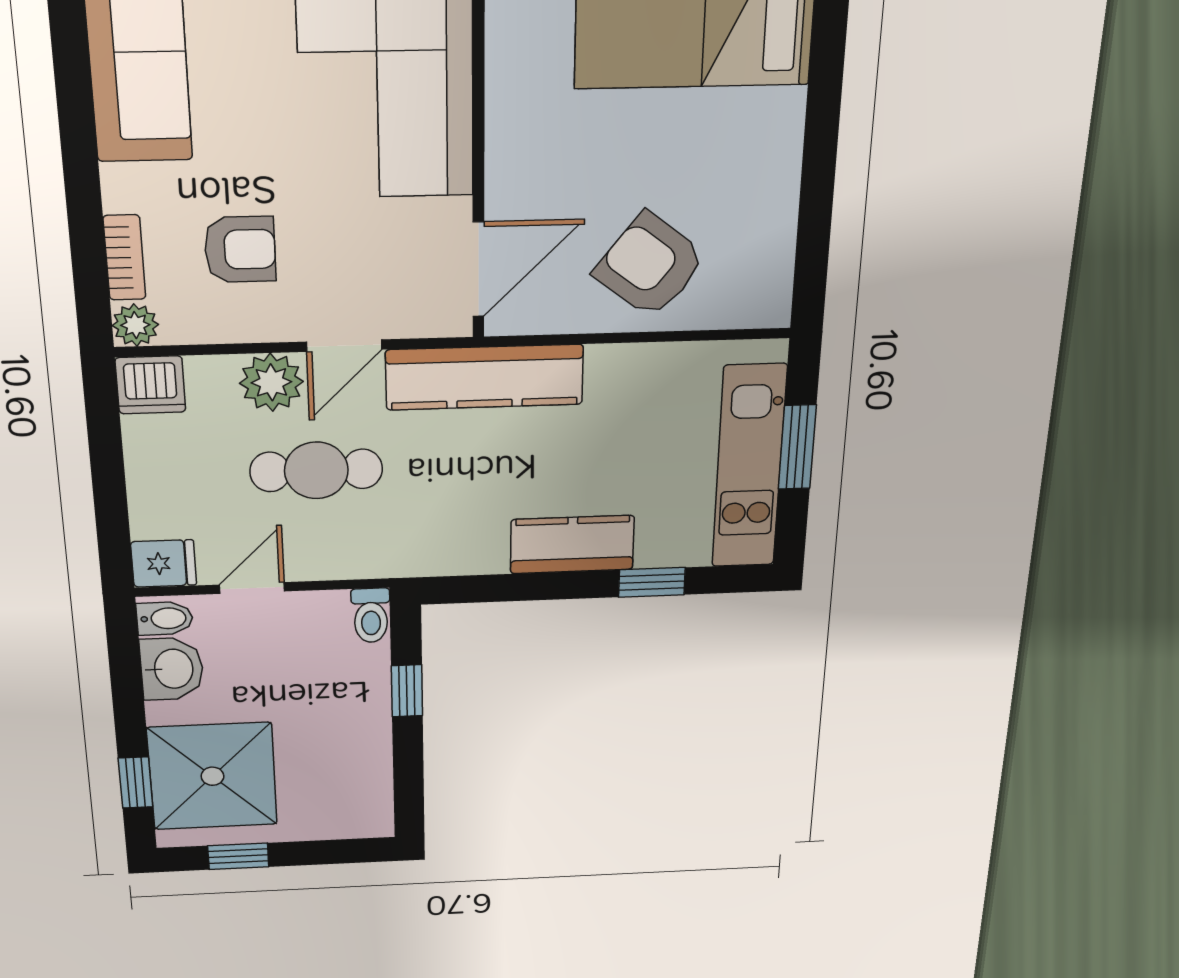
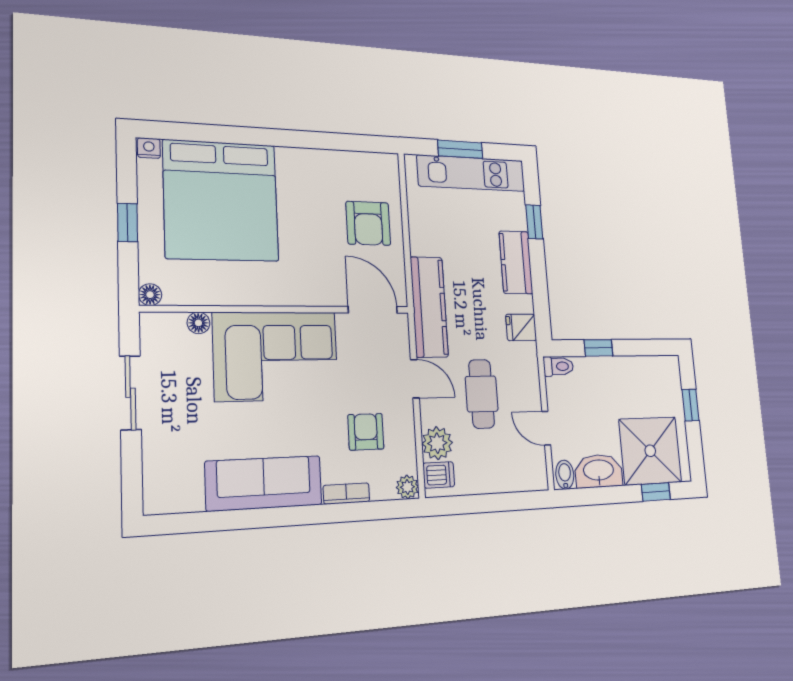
bookcase: (124, 257) -> (346, 493), moved
armchair: (650, 265) -> (368, 223), turned -38
plant: (271, 382) -> (437, 443), moved
dishwasher: (150, 385) -> (439, 475), width x0.73
fridge: (164, 563) -> (521, 327), moved, turned -90
washbasin: (172, 669) -> (599, 471), width x1.38
window: (238, 856) -> (691, 405), moved

